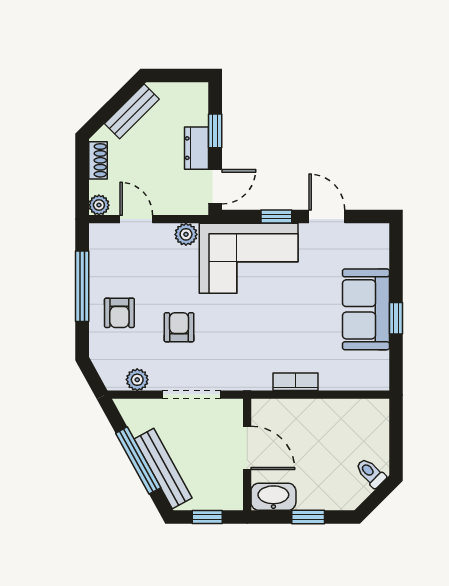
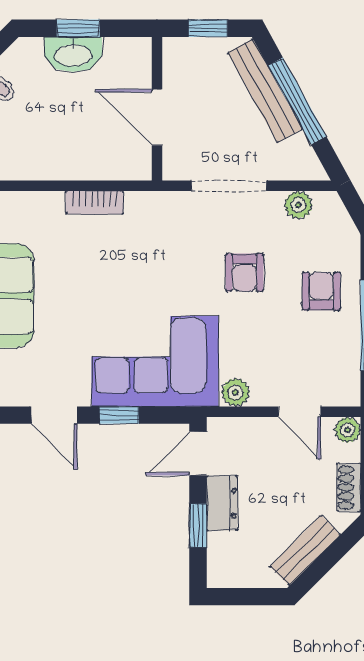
washbasin: (273, 497) -> (73, 54), moved

